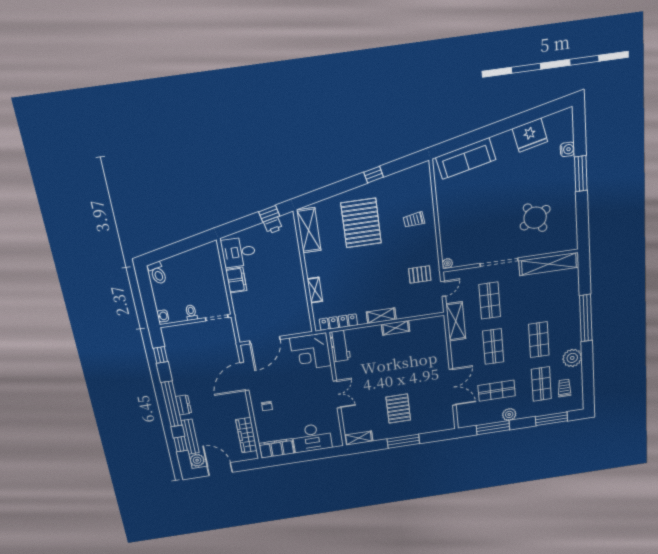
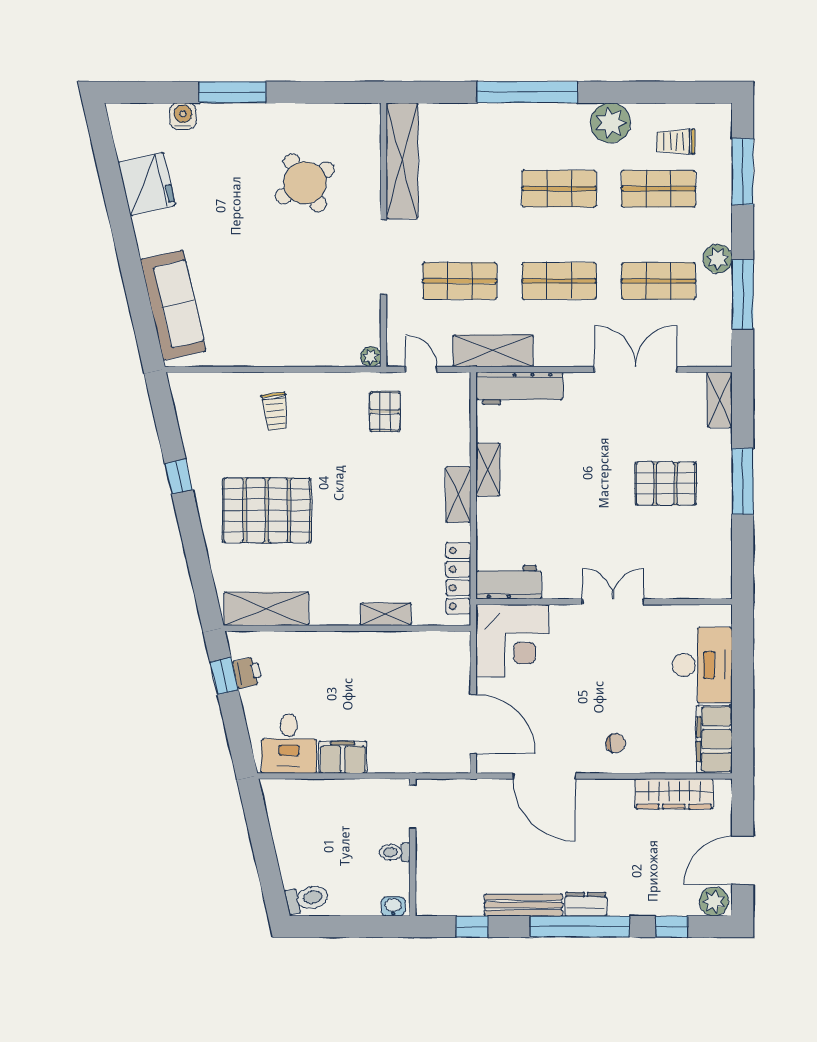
workbench: (438, 336) -> (519, 388), added
shop shelf: (497, 391) -> (658, 281), turned 90
bench: (190, 437) -> (523, 905), moved
shelving: (359, 438) -> (720, 400), moved

